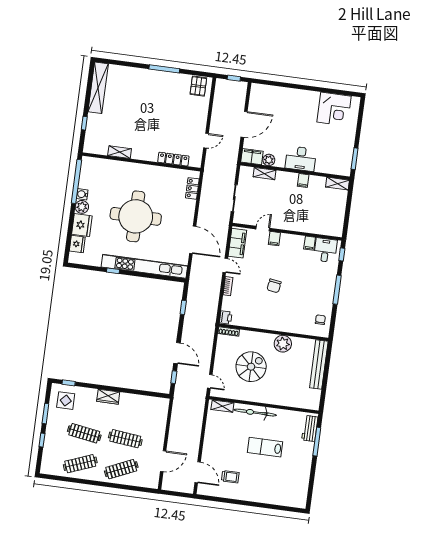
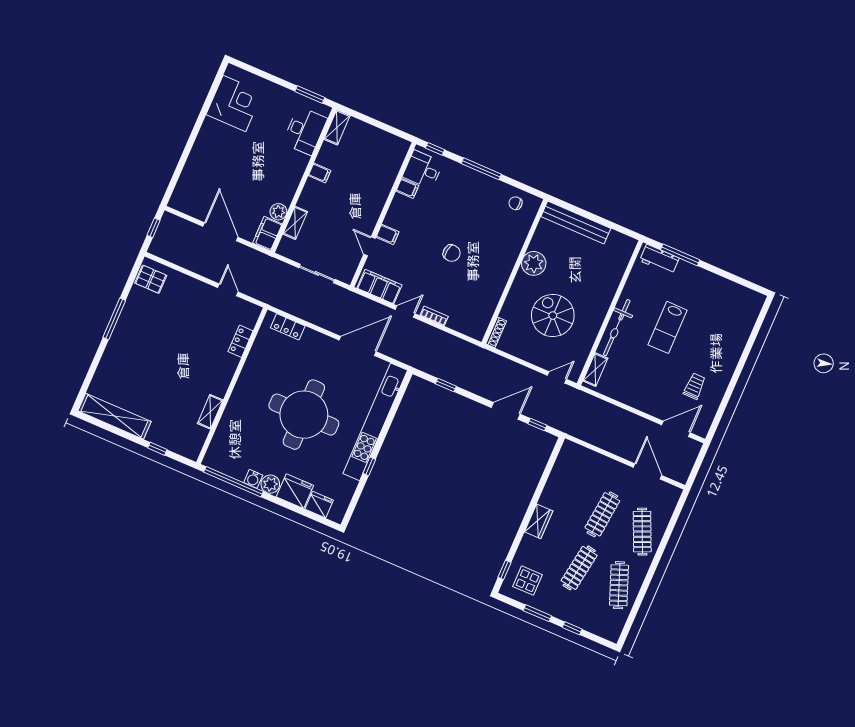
locker: (173, 159) -> (241, 341), width x0.66
desk: (301, 159) -> (305, 131), moved
printer: (226, 317) -> (476, 331), removed

